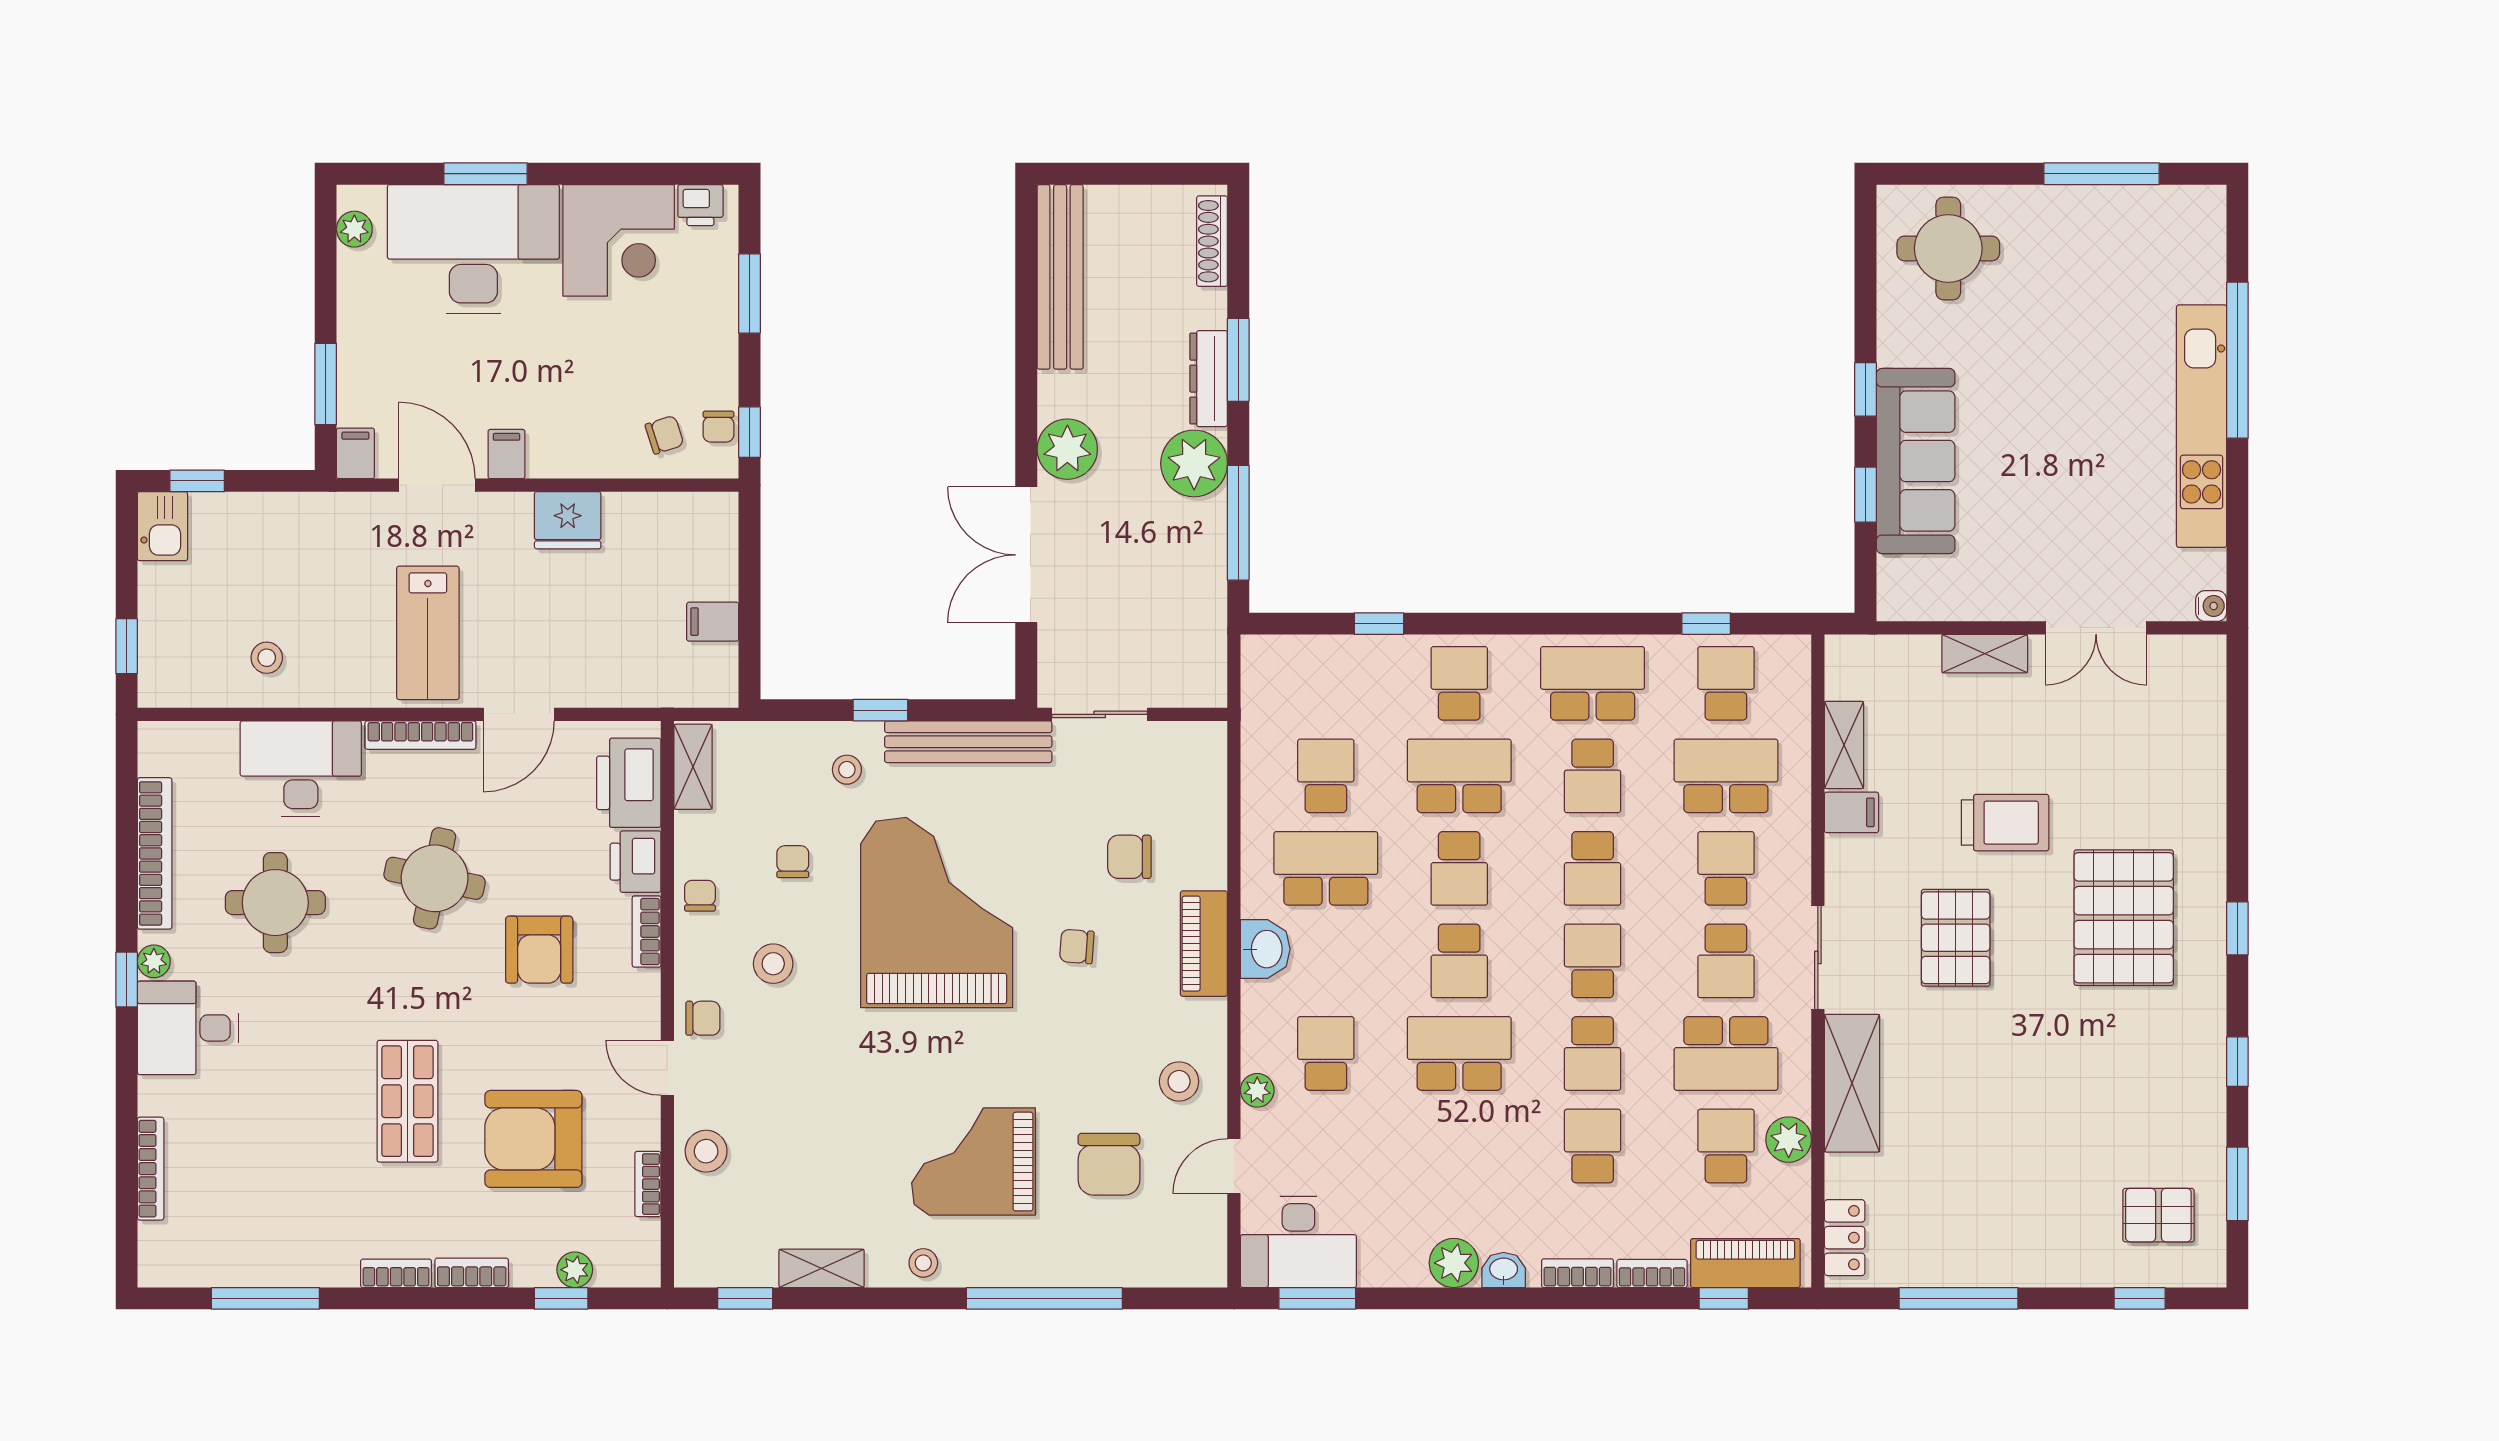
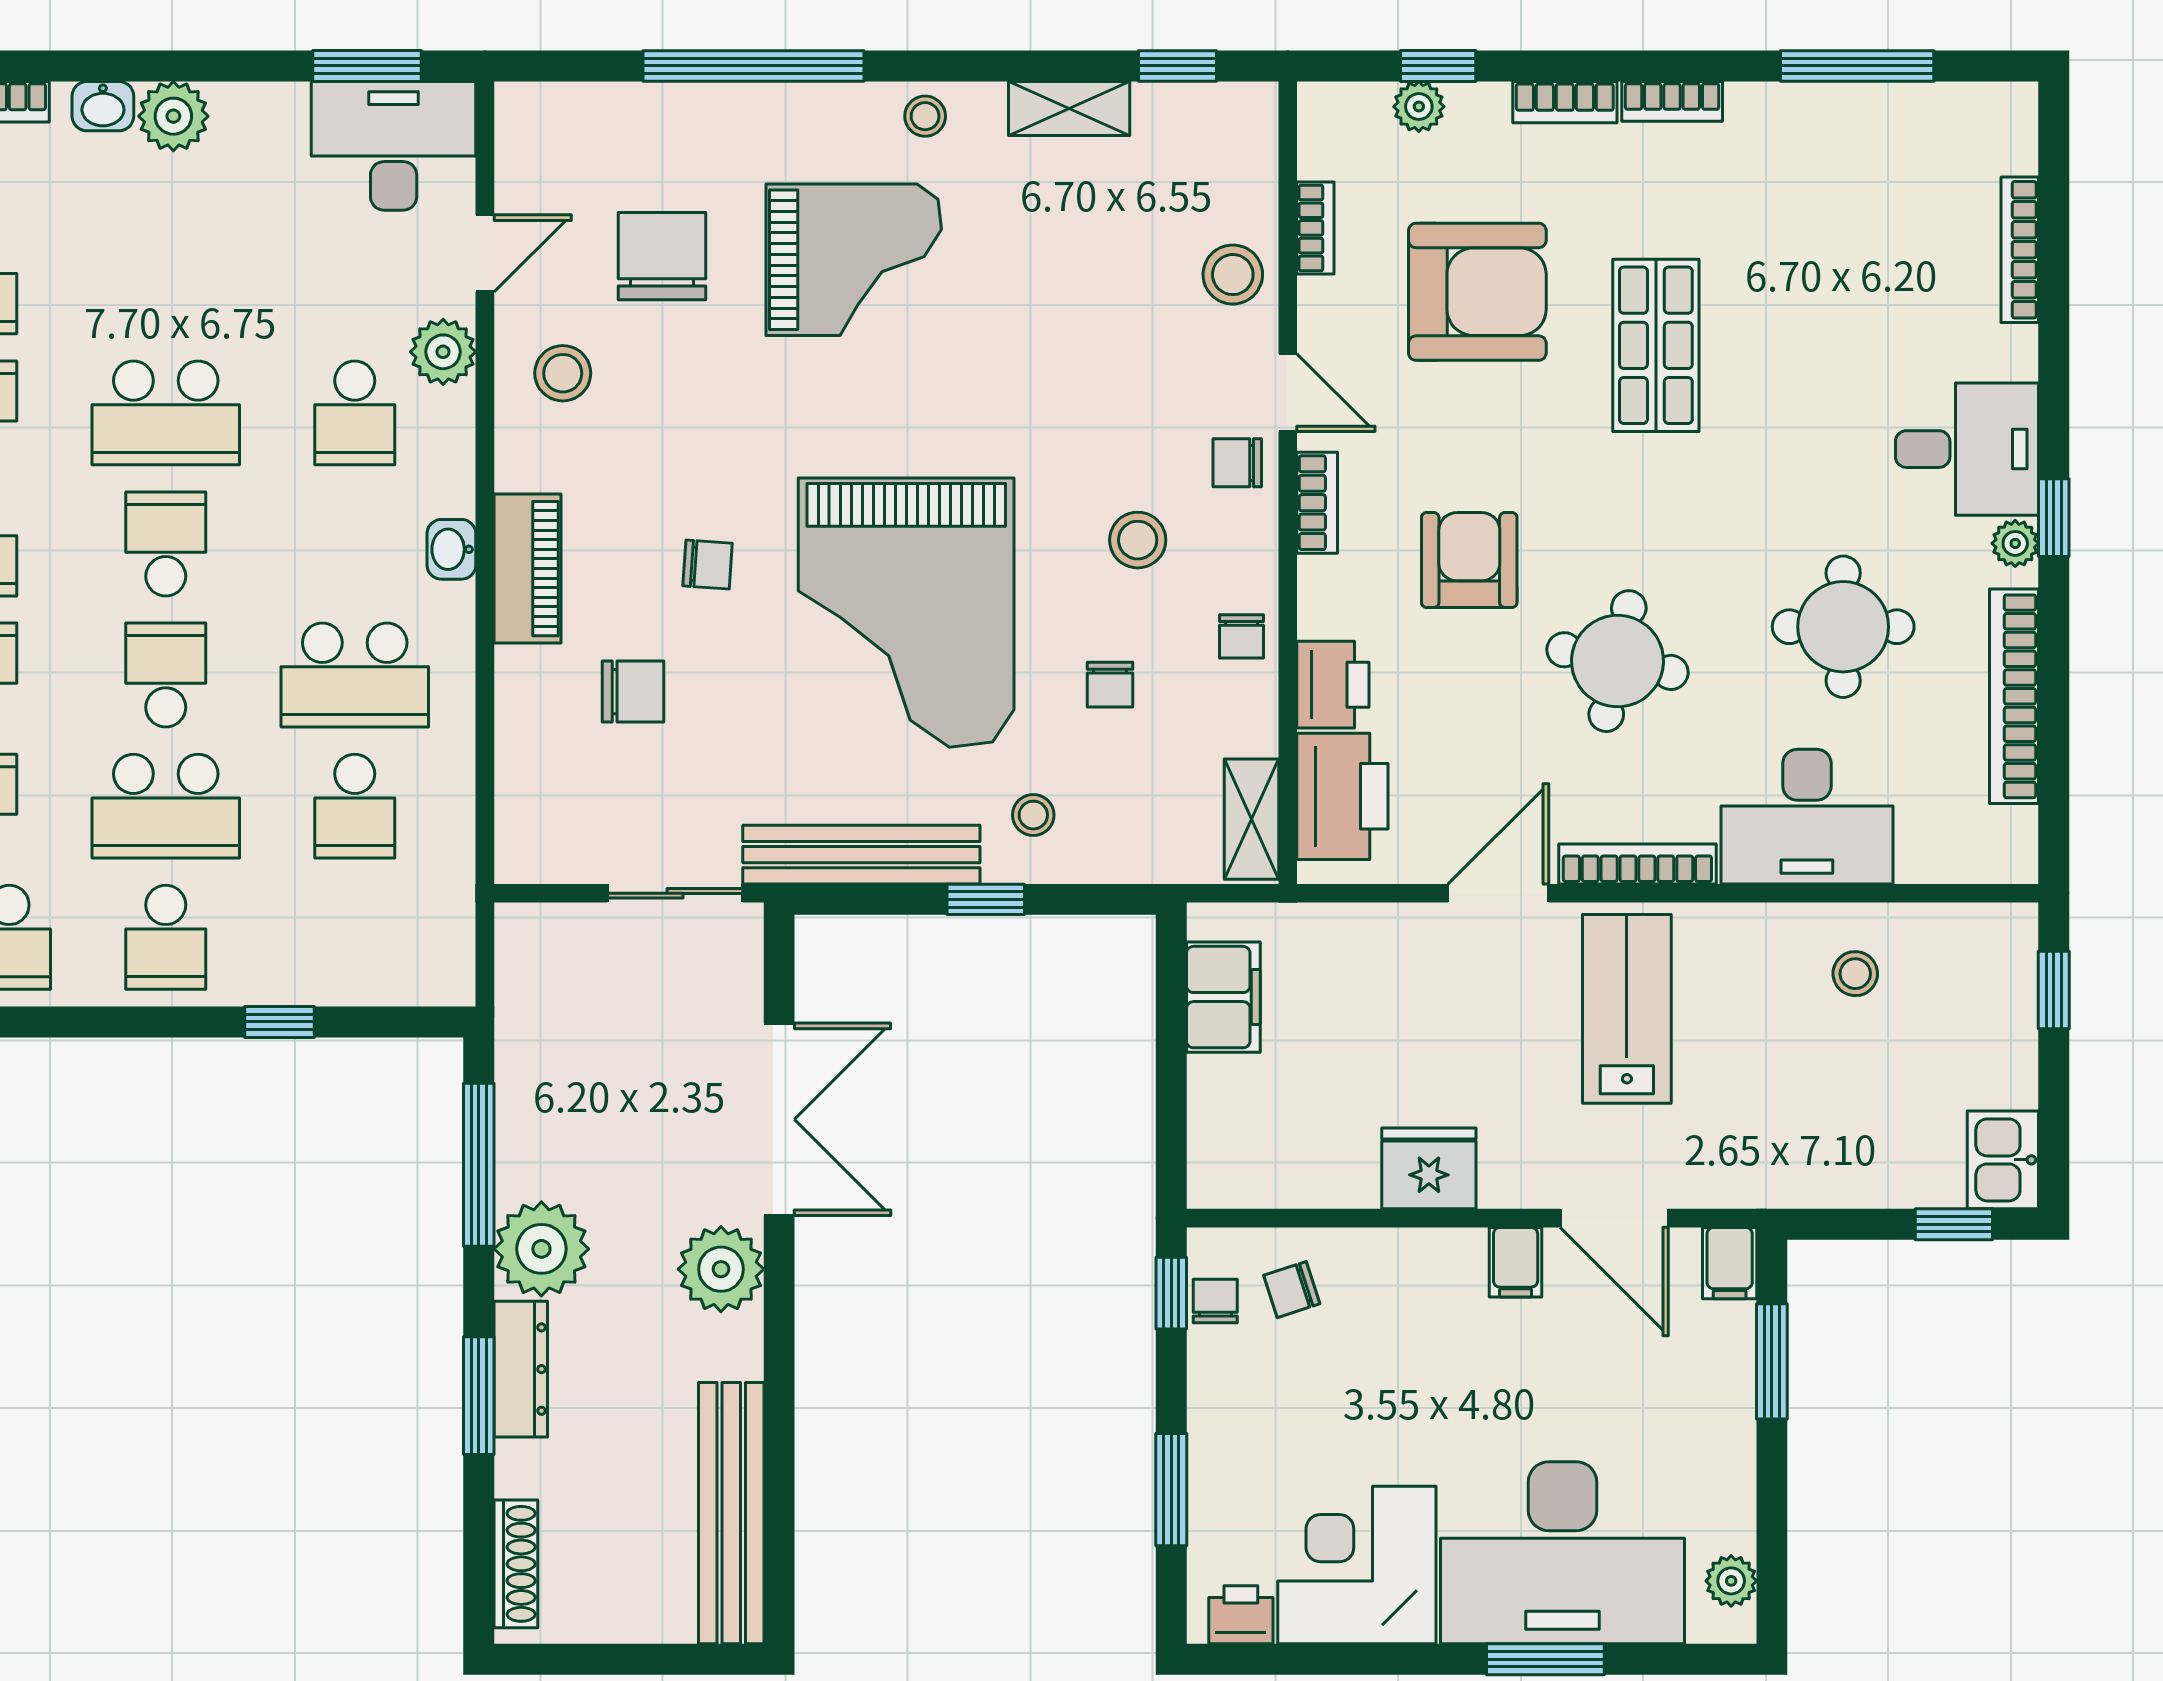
filing cabinet: (713, 622) -> (1223, 997), width x2.00
bookcase: (647, 932) -> (1317, 503), moved
washbasin: (1265, 949) -> (451, 549), width x0.72, depth x0.69
plant: (1257, 1090) -> (443, 352), width x1.38, depth x1.38

